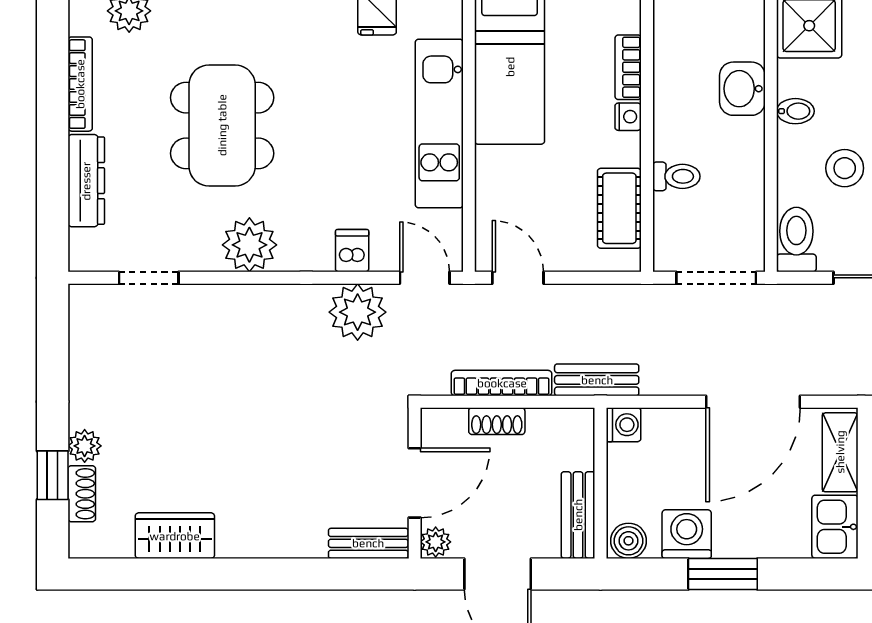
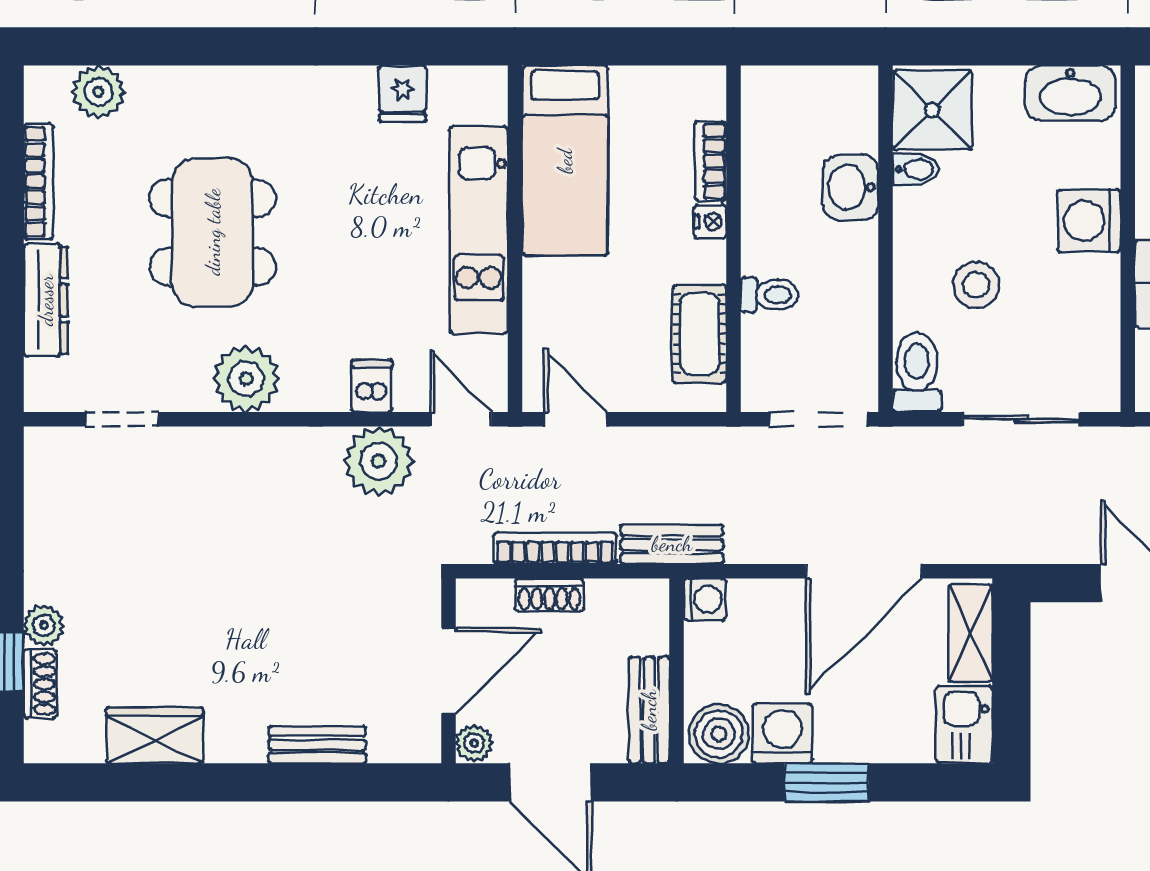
bidet: (795, 111) -> (916, 169), moved
boiler: (628, 541) -> (719, 734), width x1.36, depth x1.36
bench: (368, 543) -> (317, 745), moved

